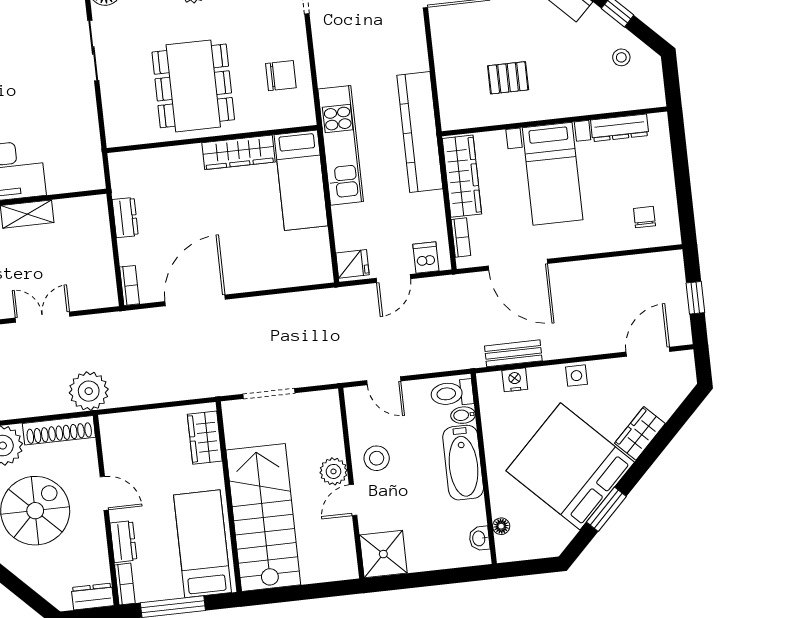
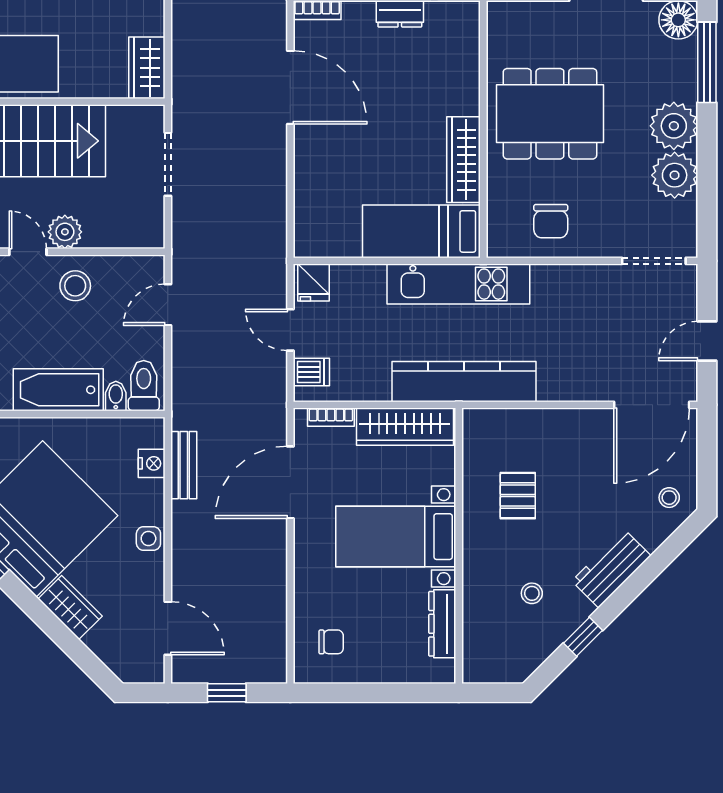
stool: (621, 57) -> (532, 593), moved
wardrobe: (205, 438) -> (147, 68), moved, turned -90

